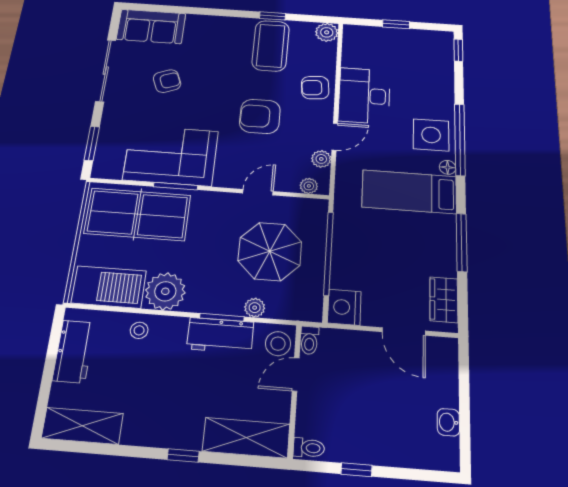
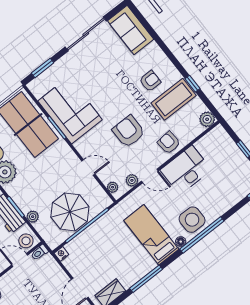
armchair: (167, 81) -> (150, 81), moved, turned -69
parasol: (270, 251) -> (70, 212), moved
nightstand: (344, 307) -> (61, 254), width x0.53, depth x0.56

